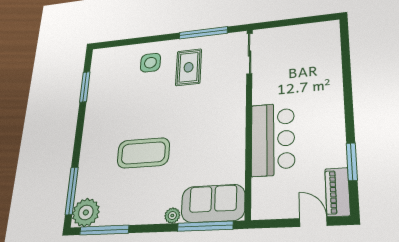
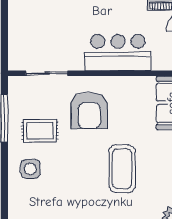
sliding door: (250, 53) -> (47, 73), moved
armchair: (208, 114) -> (89, 111), added

